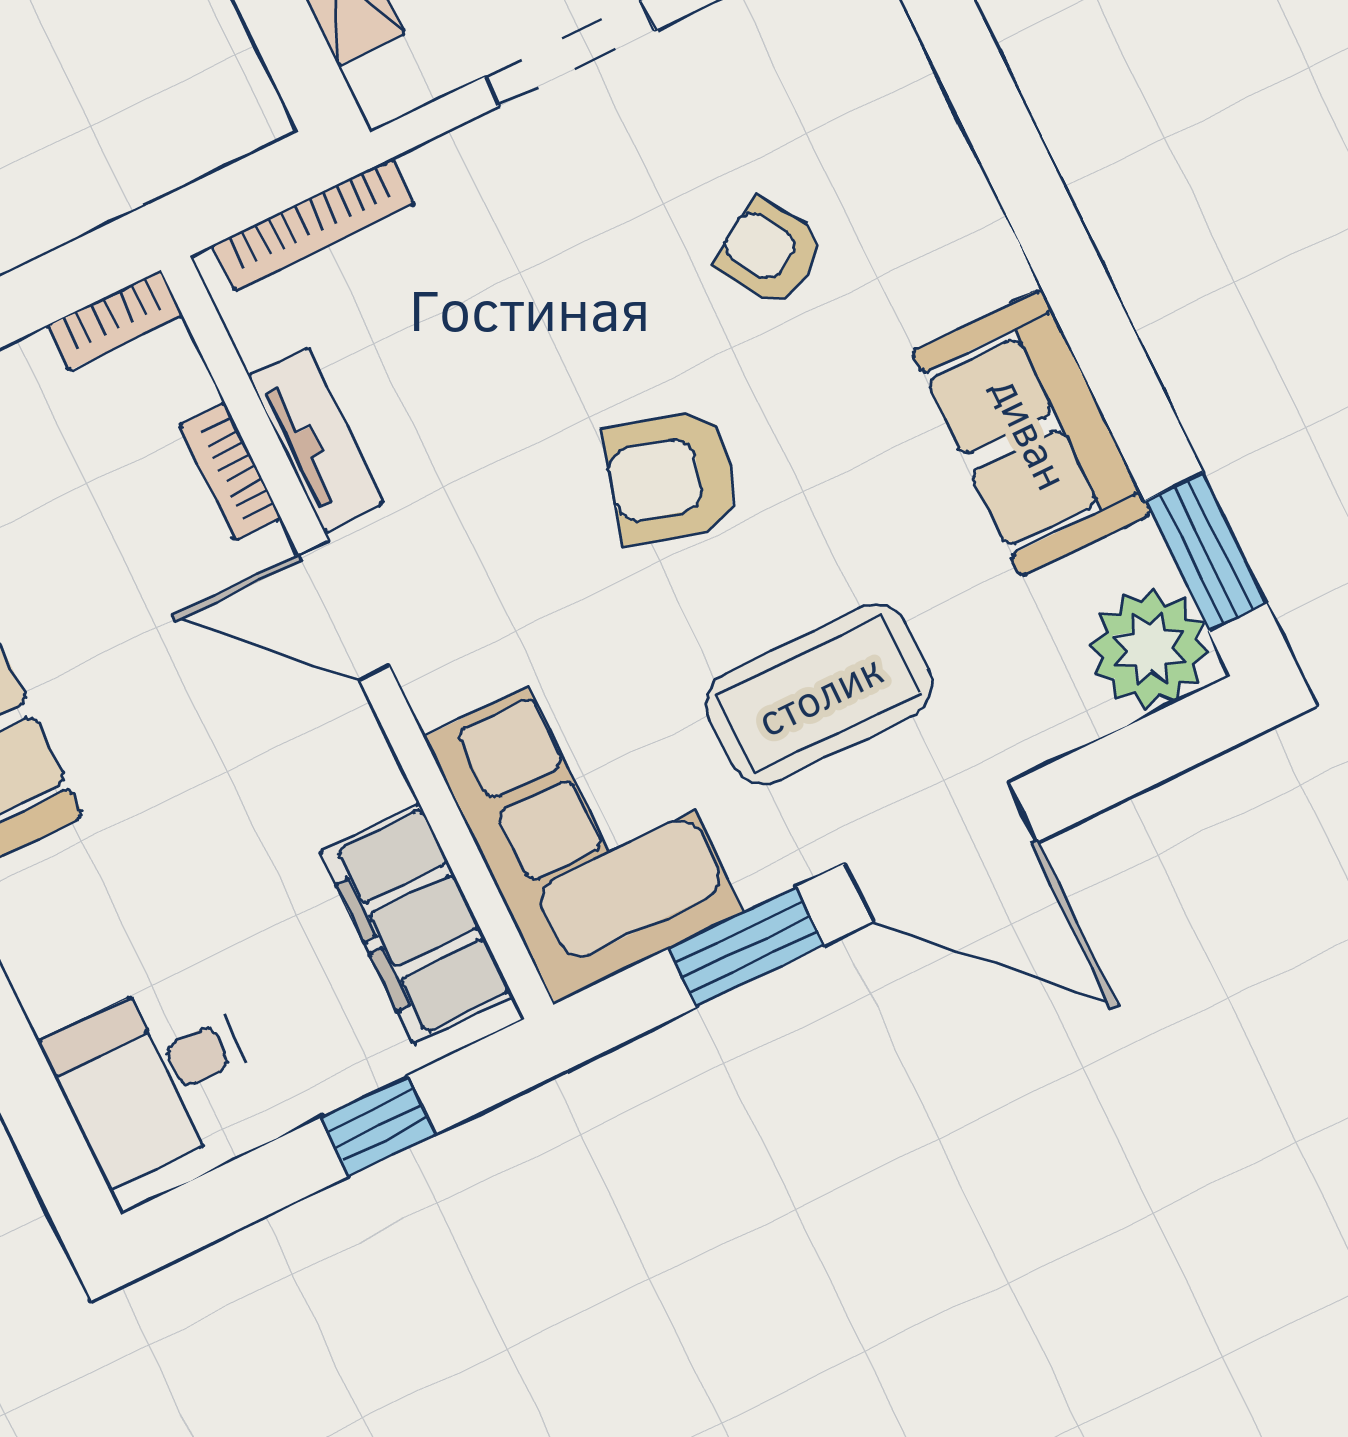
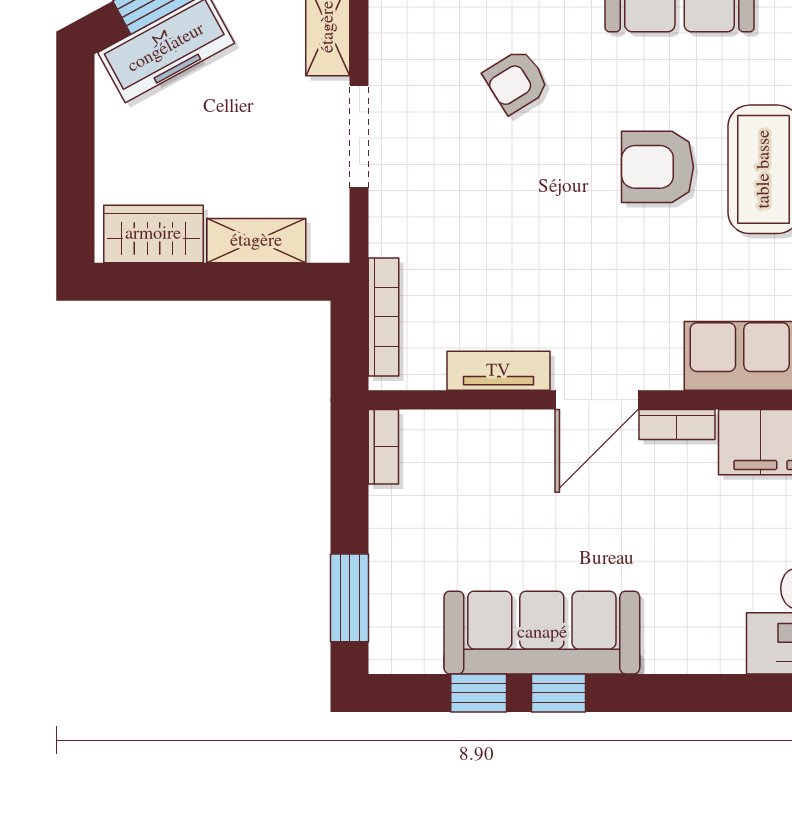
bookcase: (230, 472) -> (677, 424), moved
armchair: (672, 477) -> (658, 167), moved, turned 75

